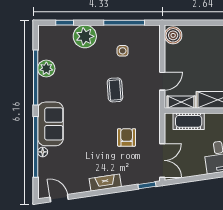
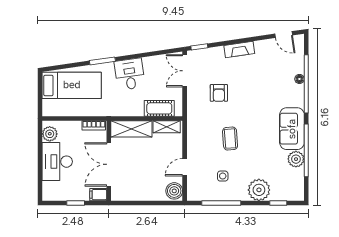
door: (162, 81) -> (185, 167), moved
sofa: (50, 124) -> (292, 129), moved

